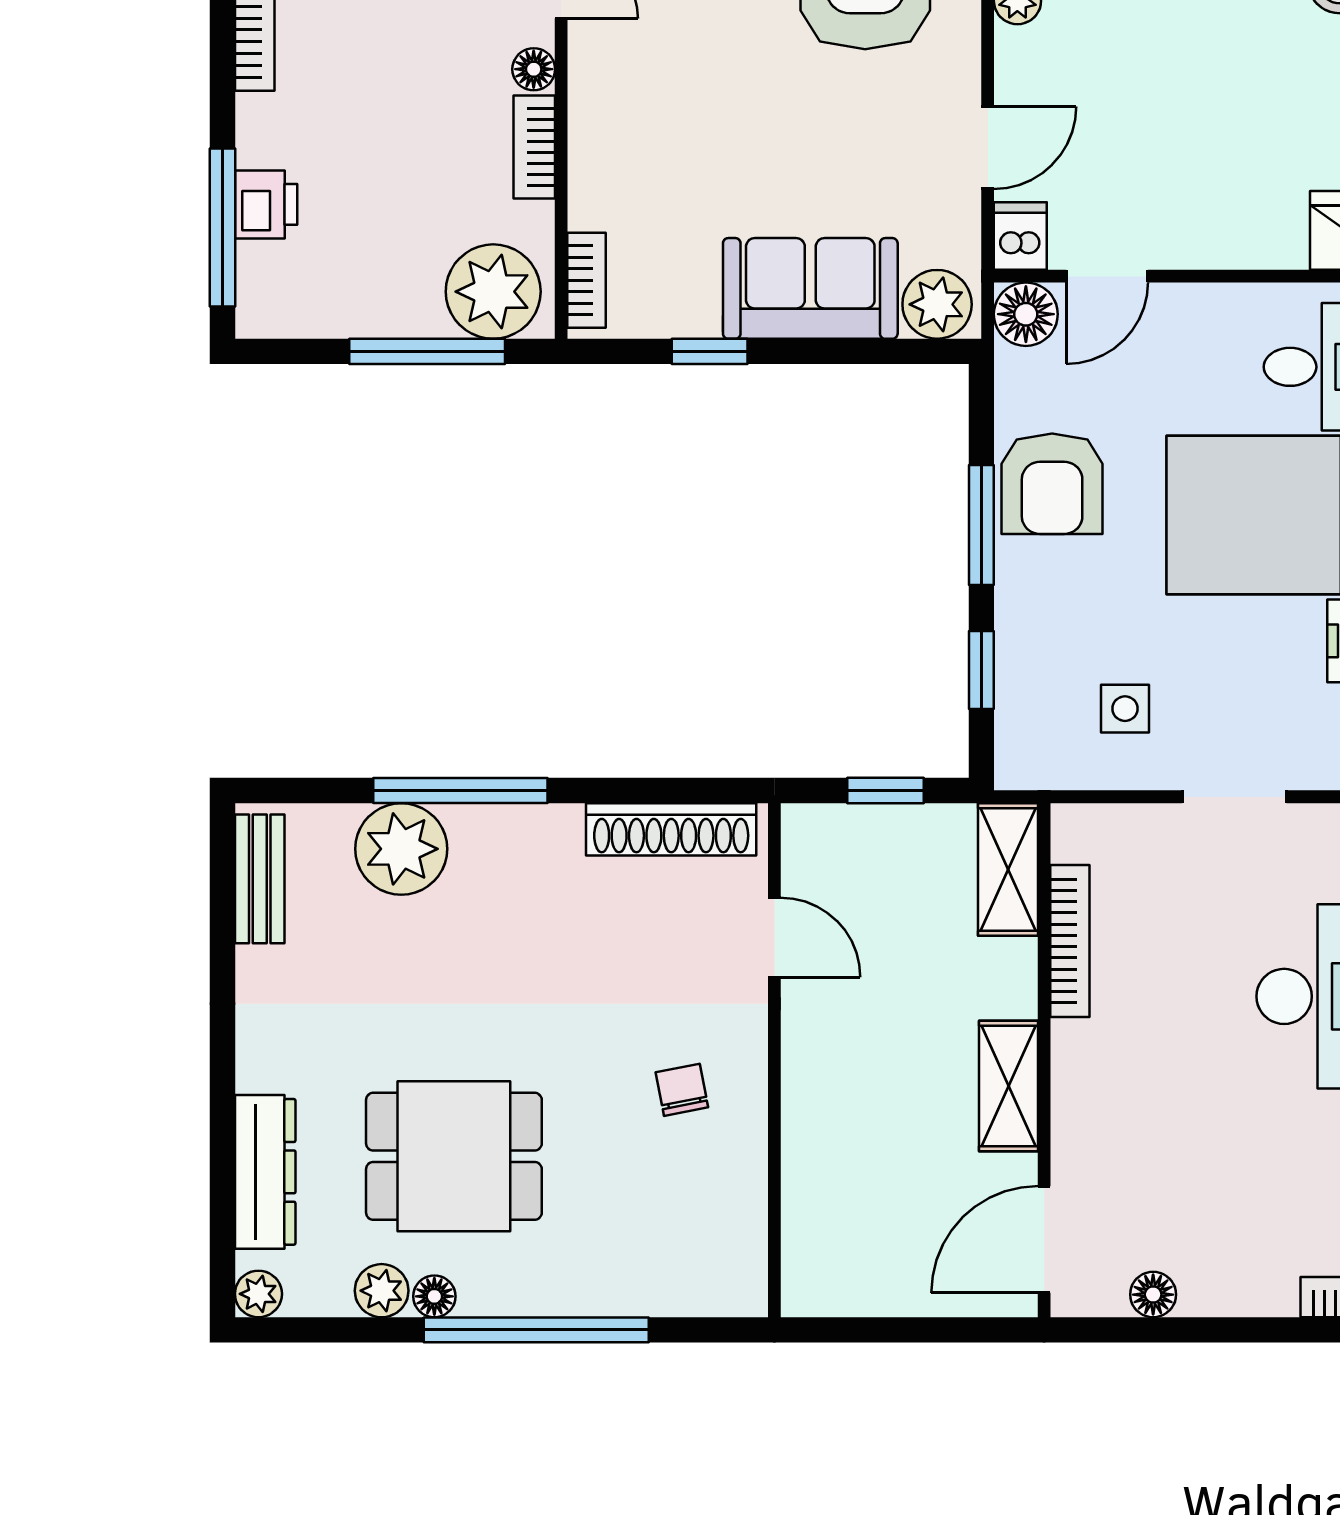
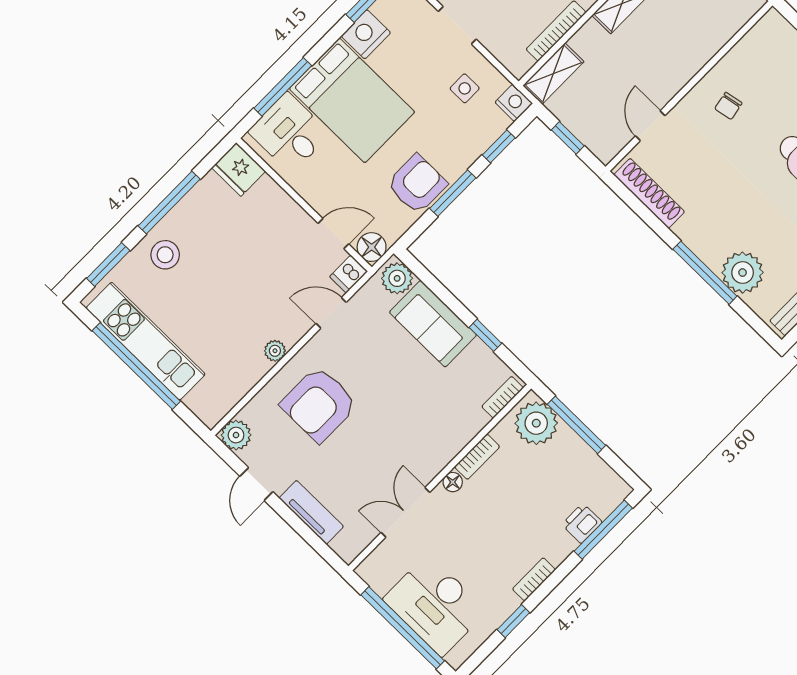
nightstand: (1025, 762) -> (514, 103), added

